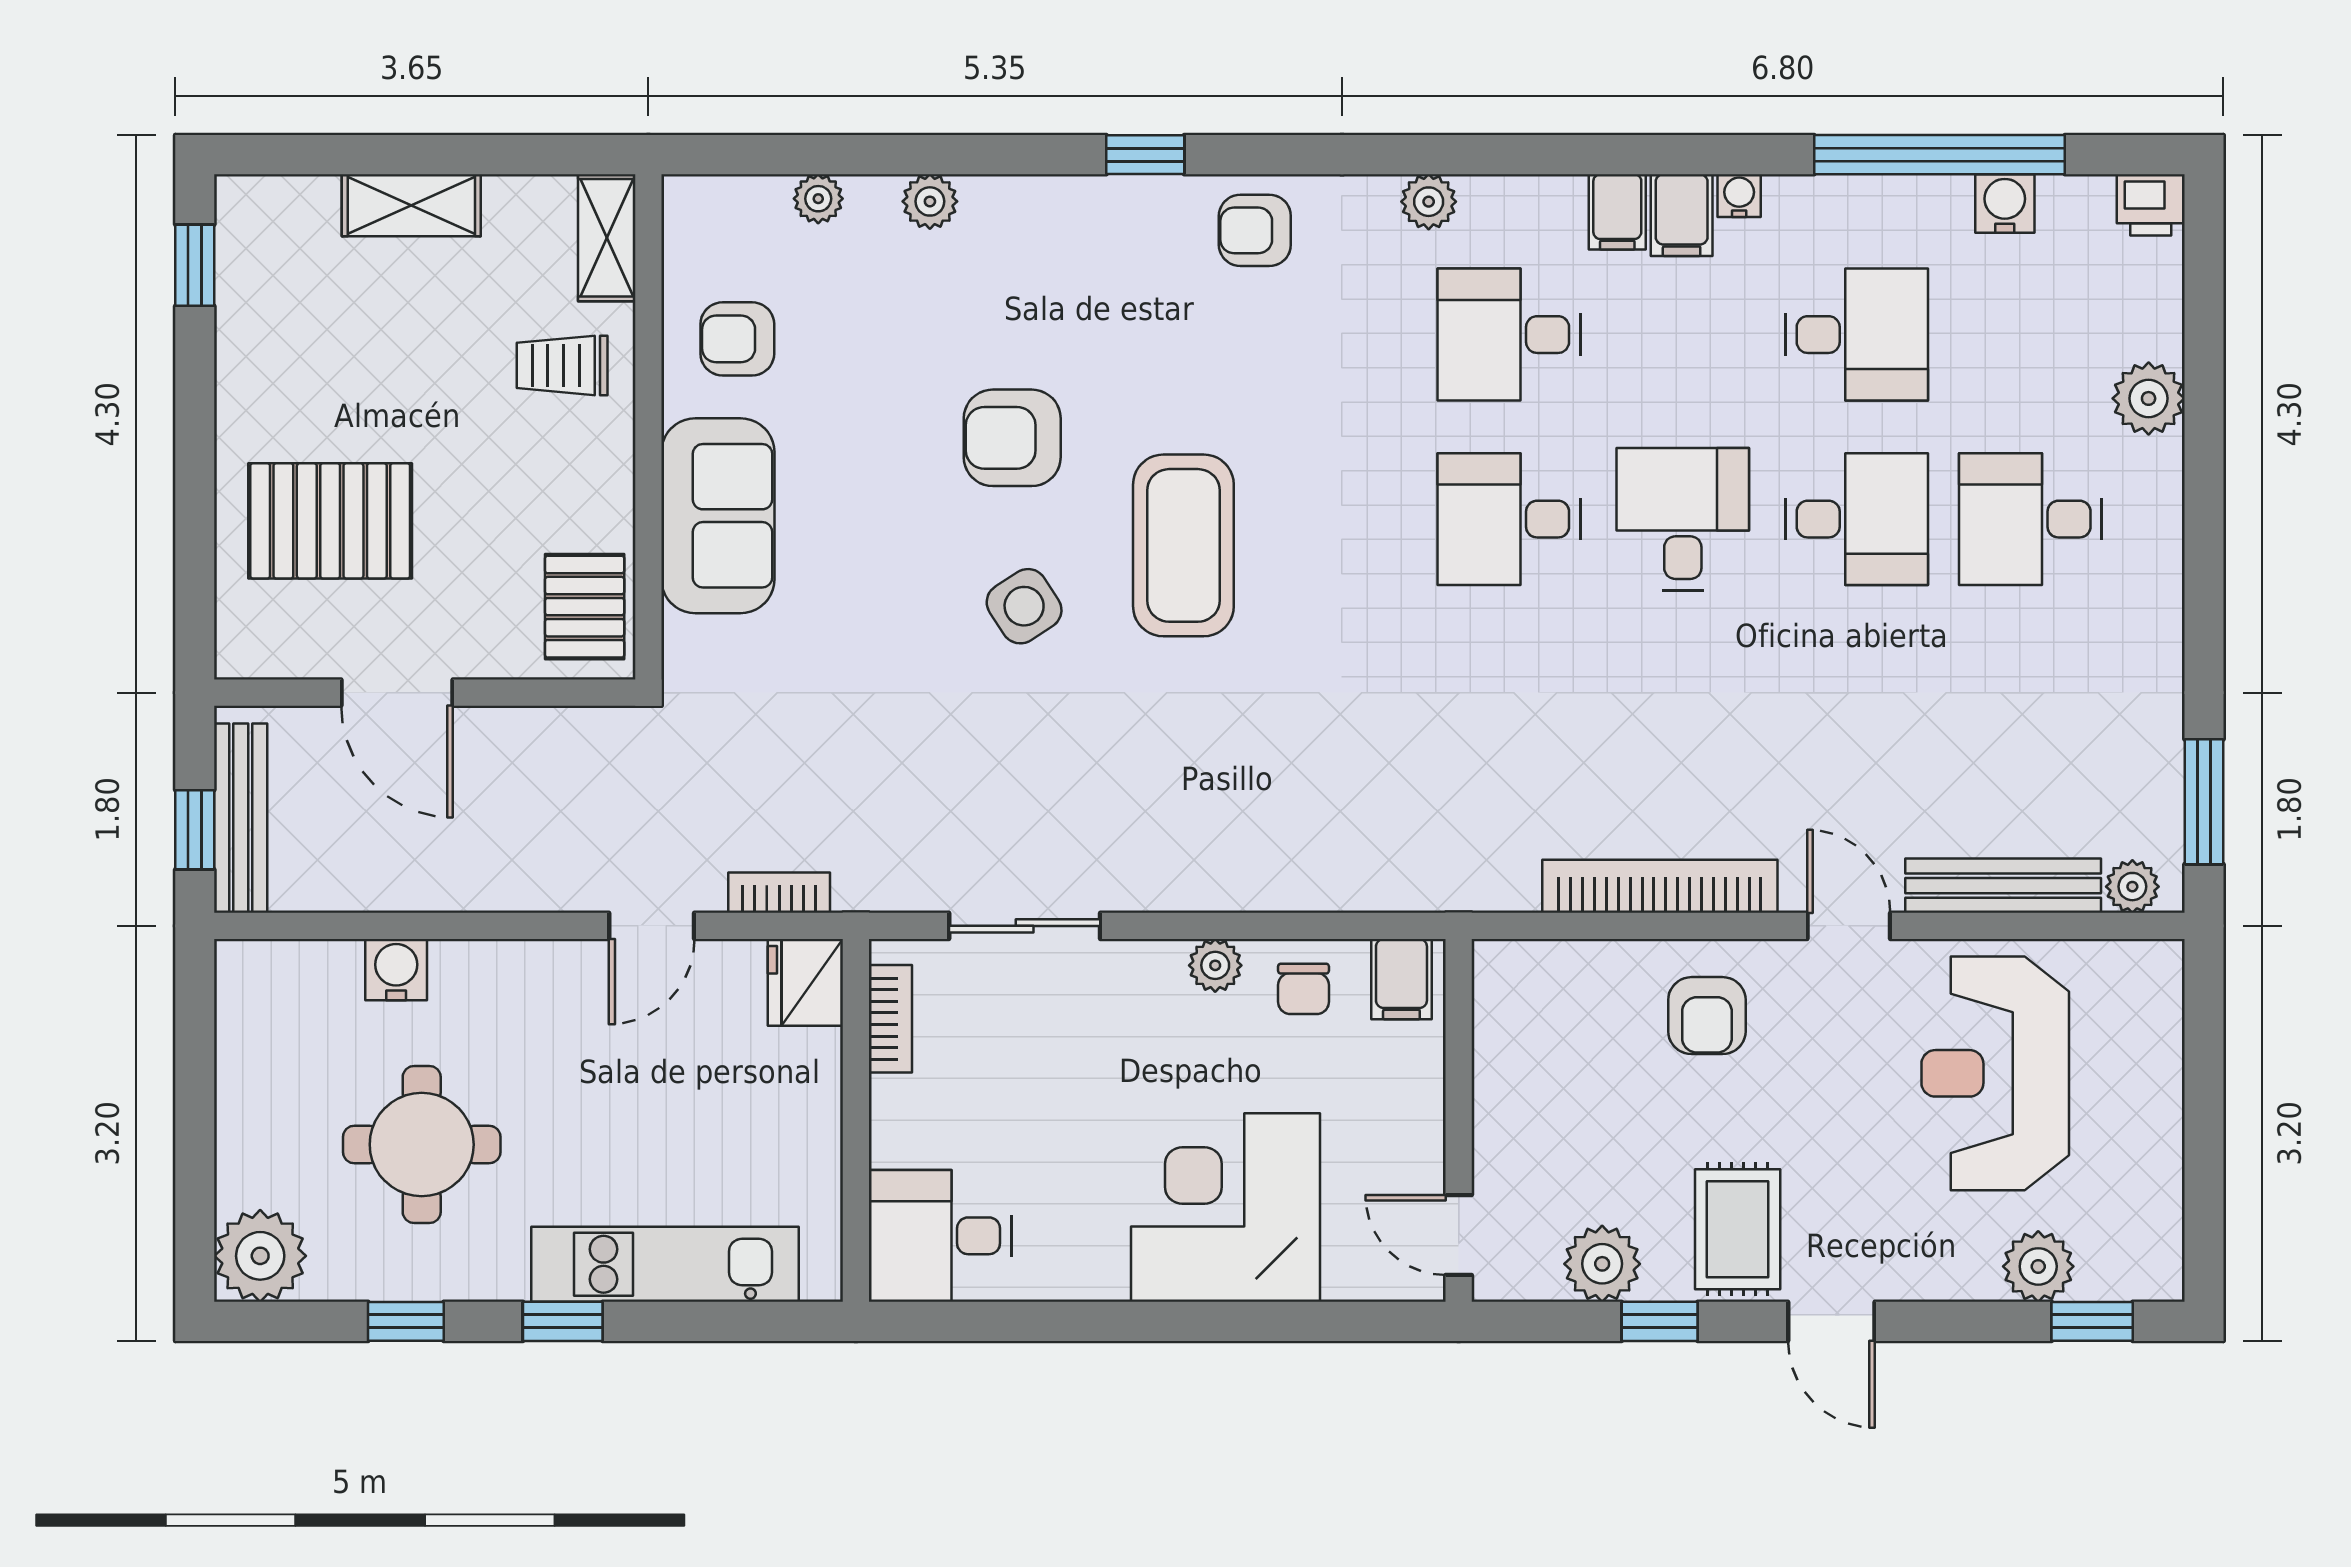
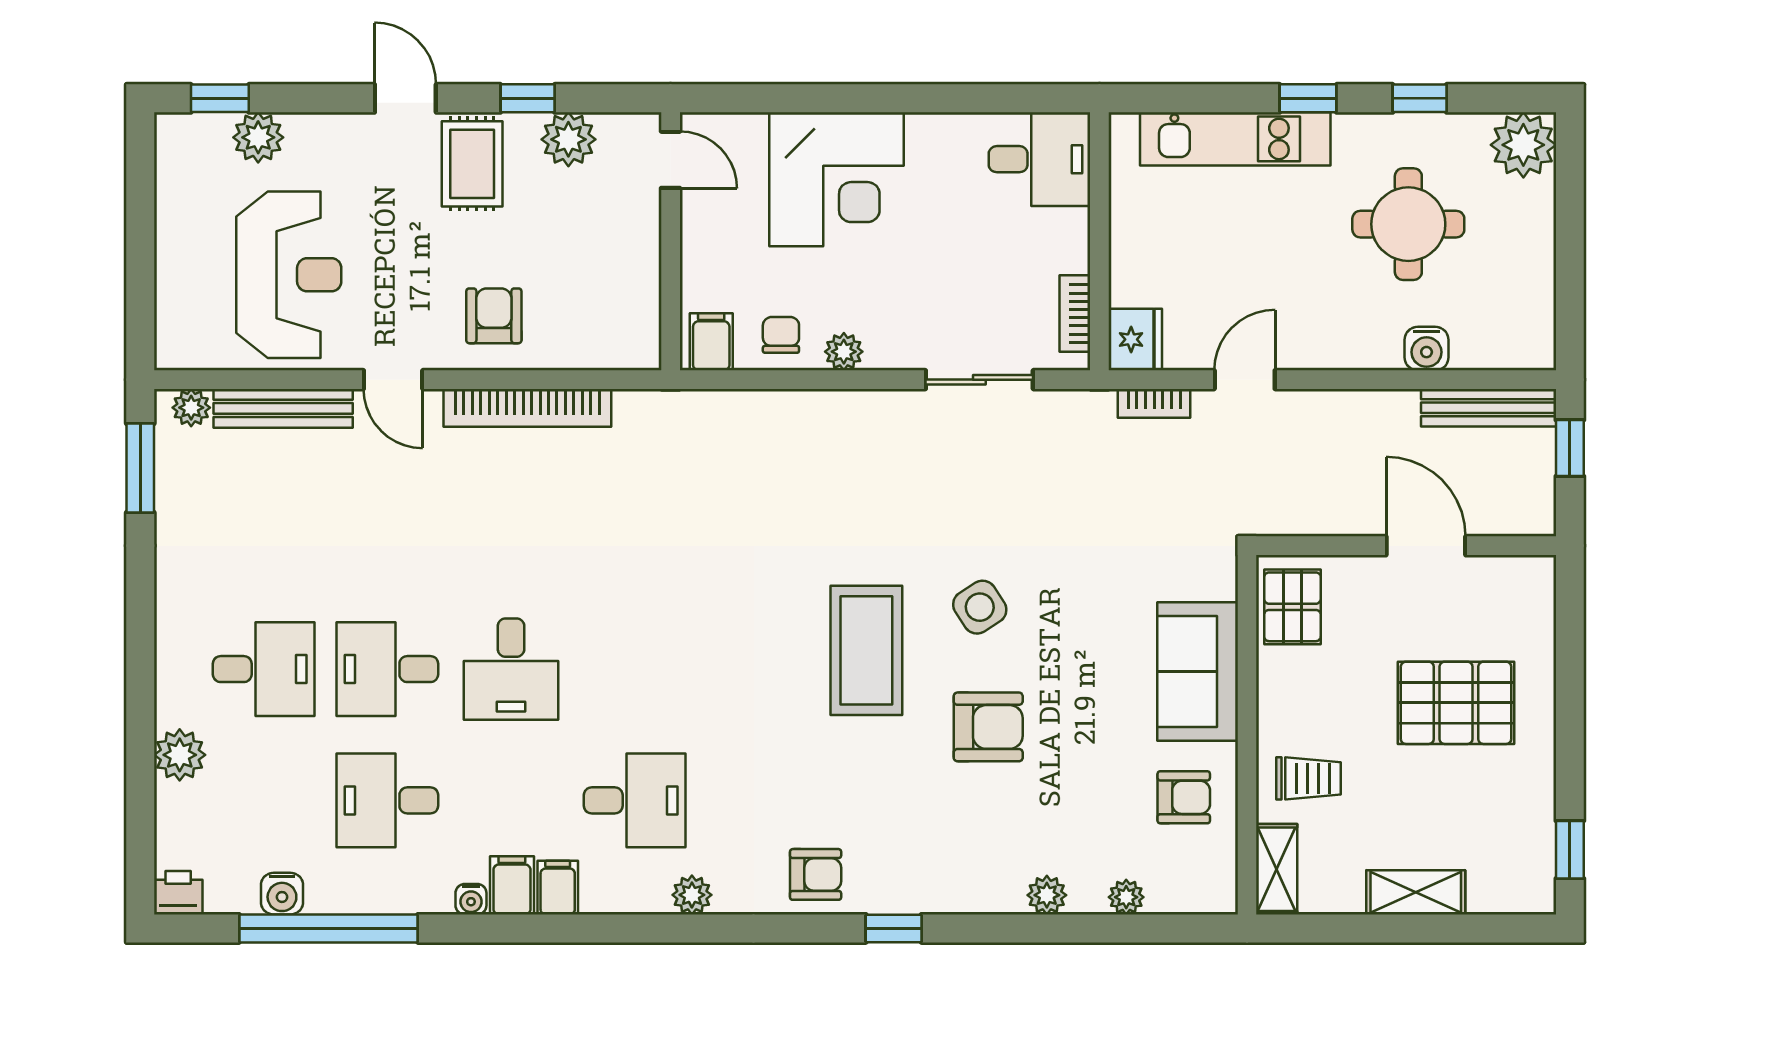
desk: (1509, 519) -> (635, 669), removed
pallet: (330, 521) -> (1456, 703), moved
bench: (241, 818) -> (1489, 408), moved, turned 90

